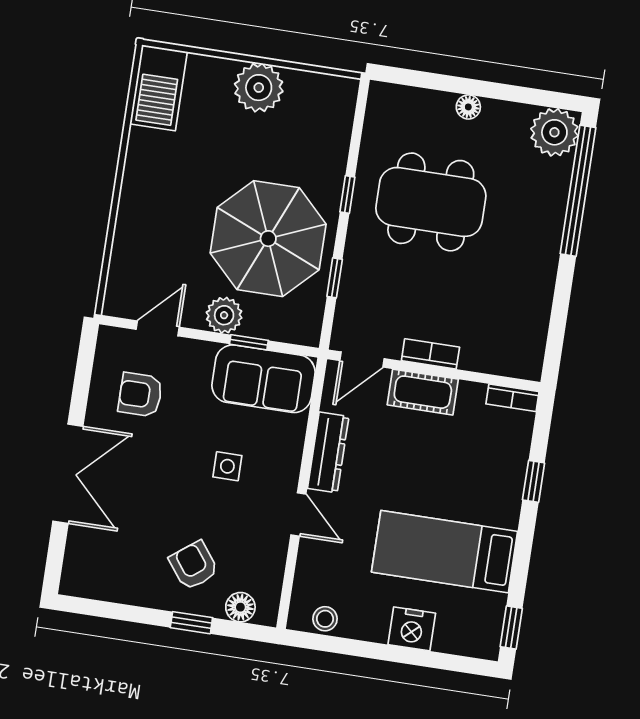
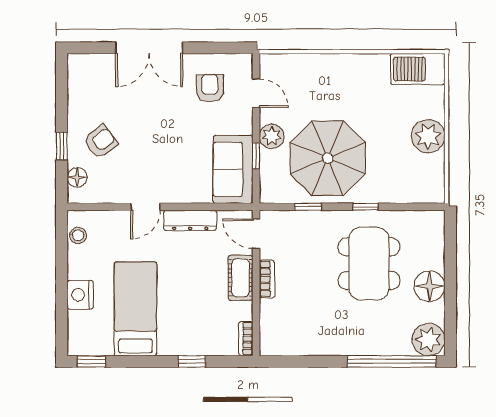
floor lamp: (468, 107) -> (429, 286), width x1.89, depth x1.89
side table: (227, 466) -> (171, 154), removed

